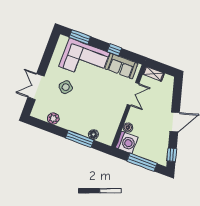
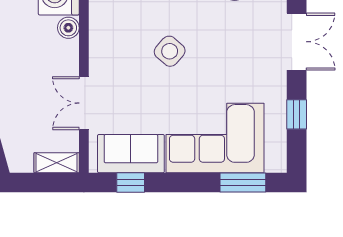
window: (114, 50) -> (131, 183), moved
window: (47, 57) -> (297, 114), added
side table: (66, 87) -> (170, 51), moved

